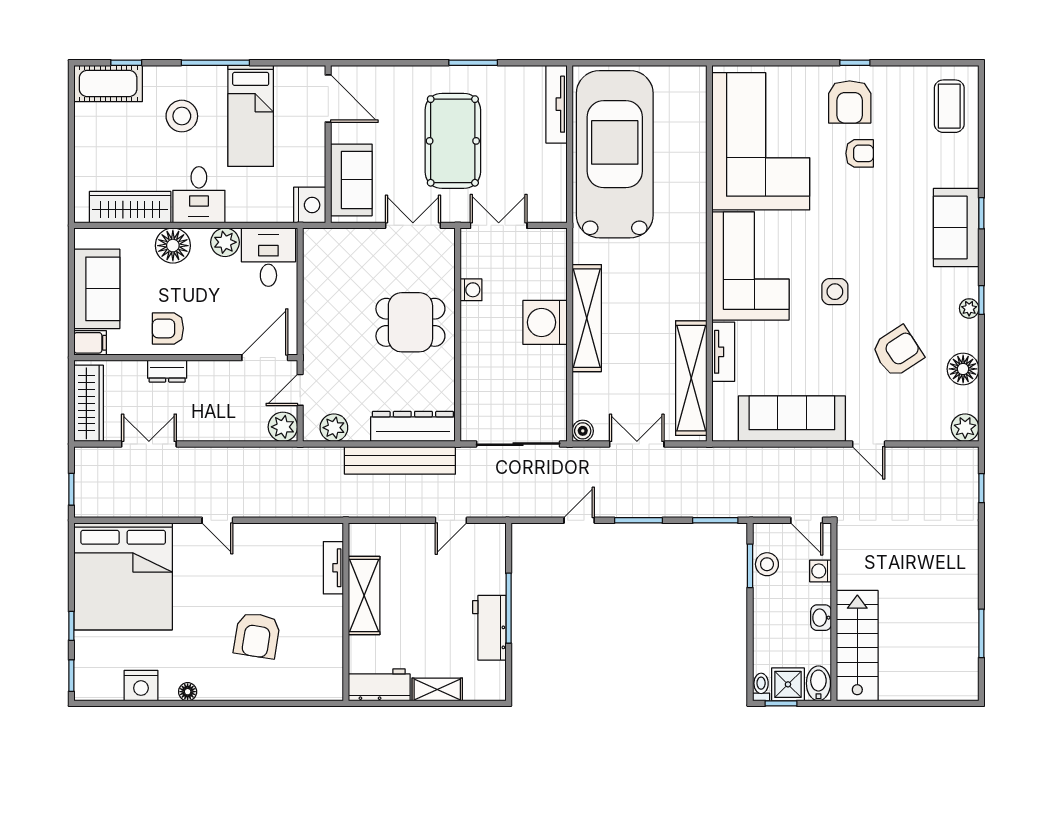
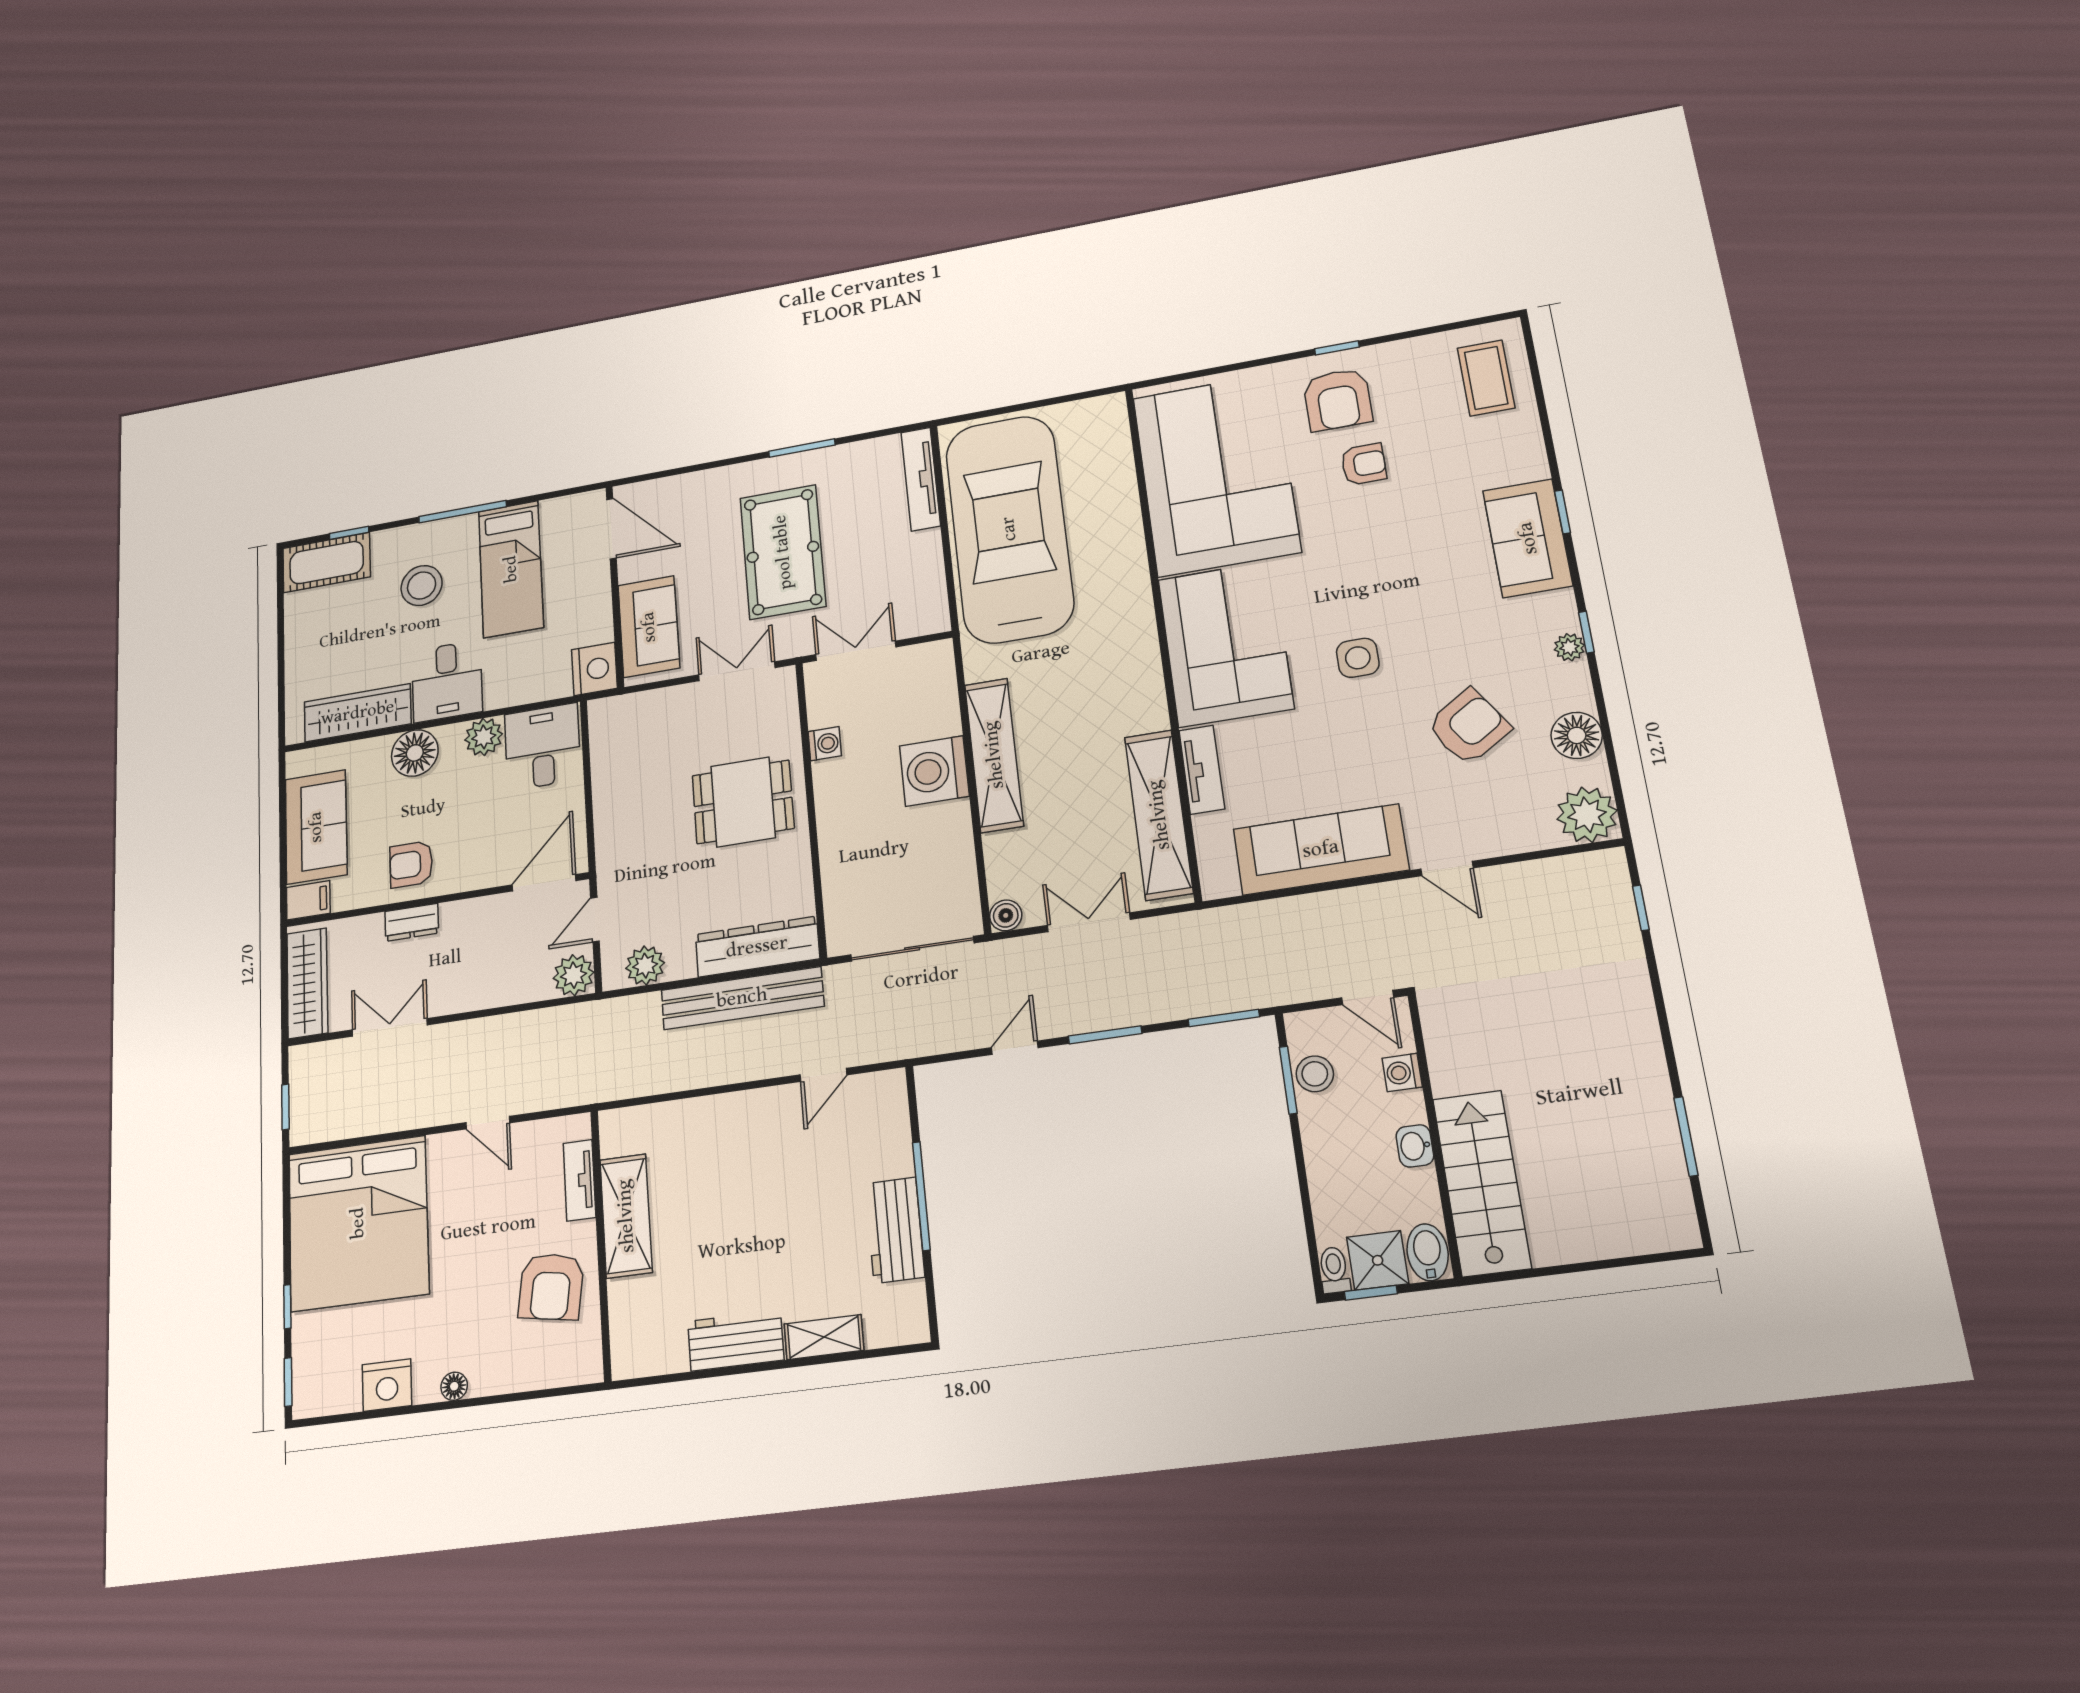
plant: (965, 428) -> (1587, 815), width x1.36, depth x1.36
tv unit: (333, 568) -> (579, 1180), moved
shelving: (364, 596) -> (626, 1216), moved
wall: (346, 612) -> (601, 1244), moved

